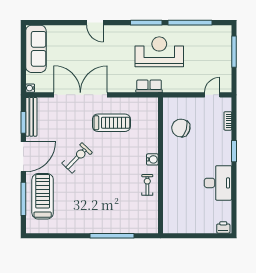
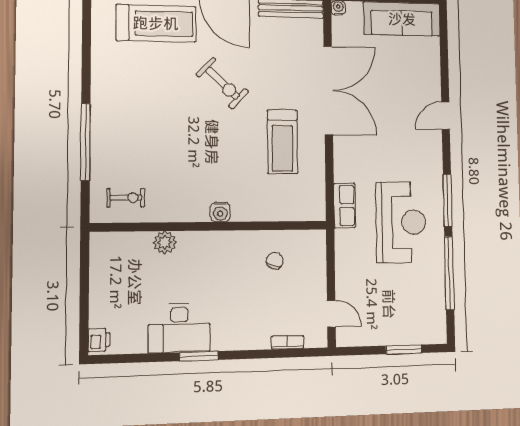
window: (234, 52) -> (404, 349), width x0.69
chair: (181, 128) -> (275, 261), width x0.54, depth x0.54
window: (234, 151) -> (199, 356), moved
exercise bike: (147, 185) -> (126, 198), moved
plant: (170, 191) -> (165, 243), added

